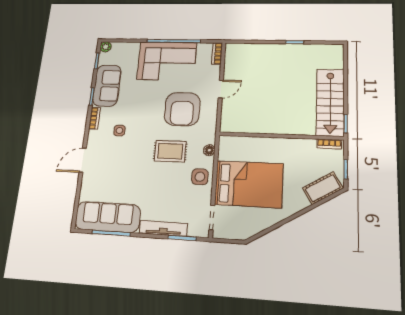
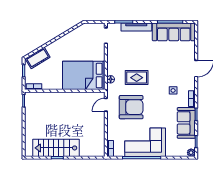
door: (221, 89) -> (106, 105), moved
stairs: (330, 102) -> (56, 148), moved, turned -90
armchair: (182, 109) -> (131, 107), turned 90
side table: (200, 177) -> (115, 61), removed
bed: (249, 184) -> (84, 75), moved

